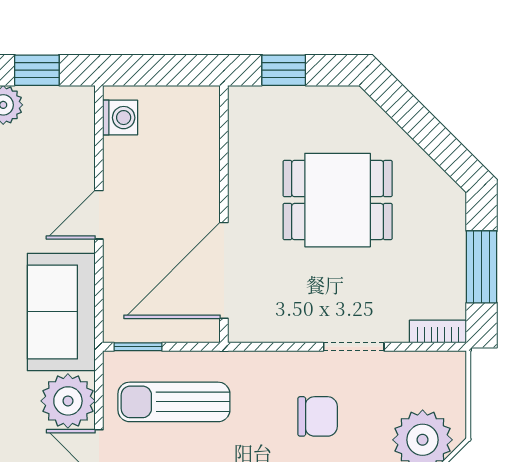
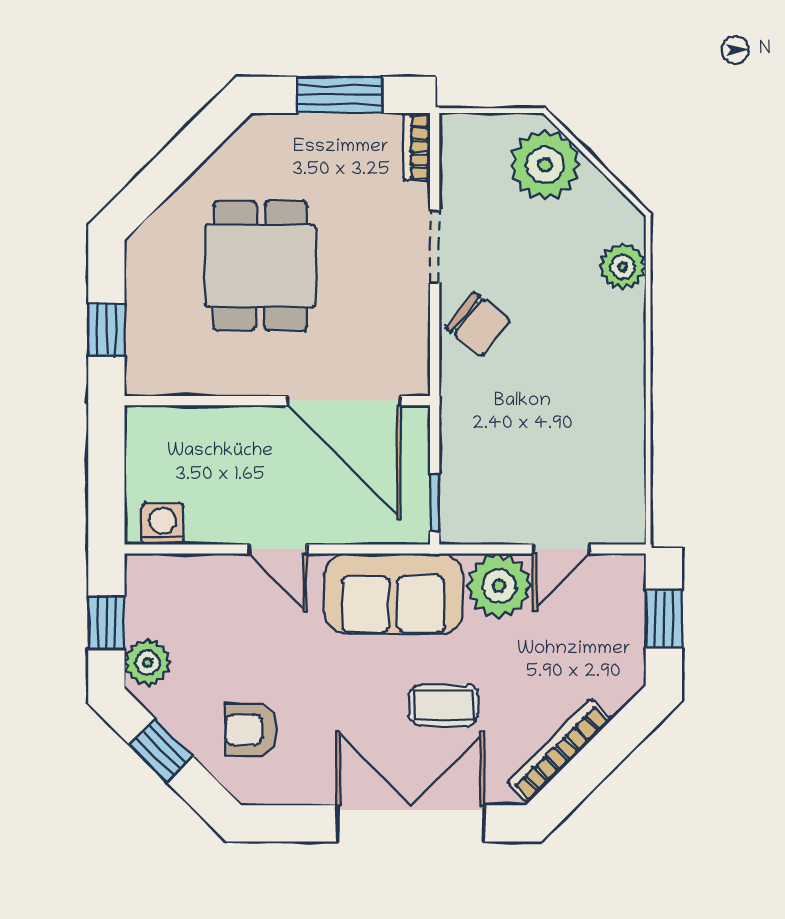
sun lounger: (174, 402) -> (500, 460), removed
chair: (318, 416) -> (478, 324), moved, turned 128

